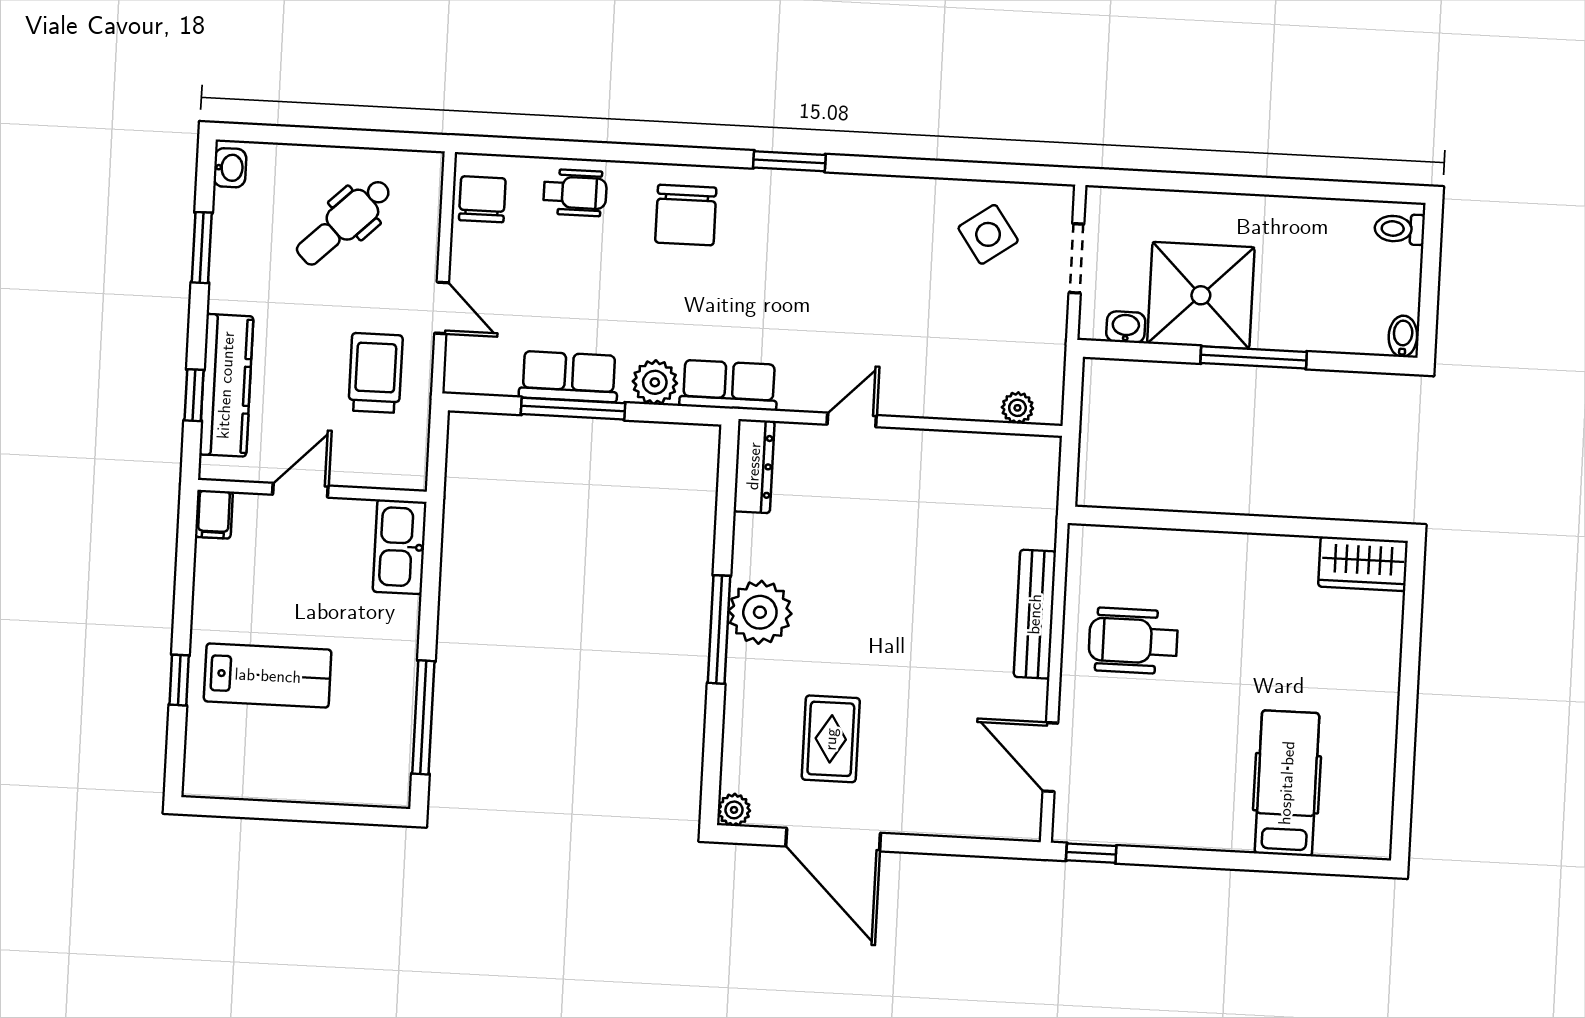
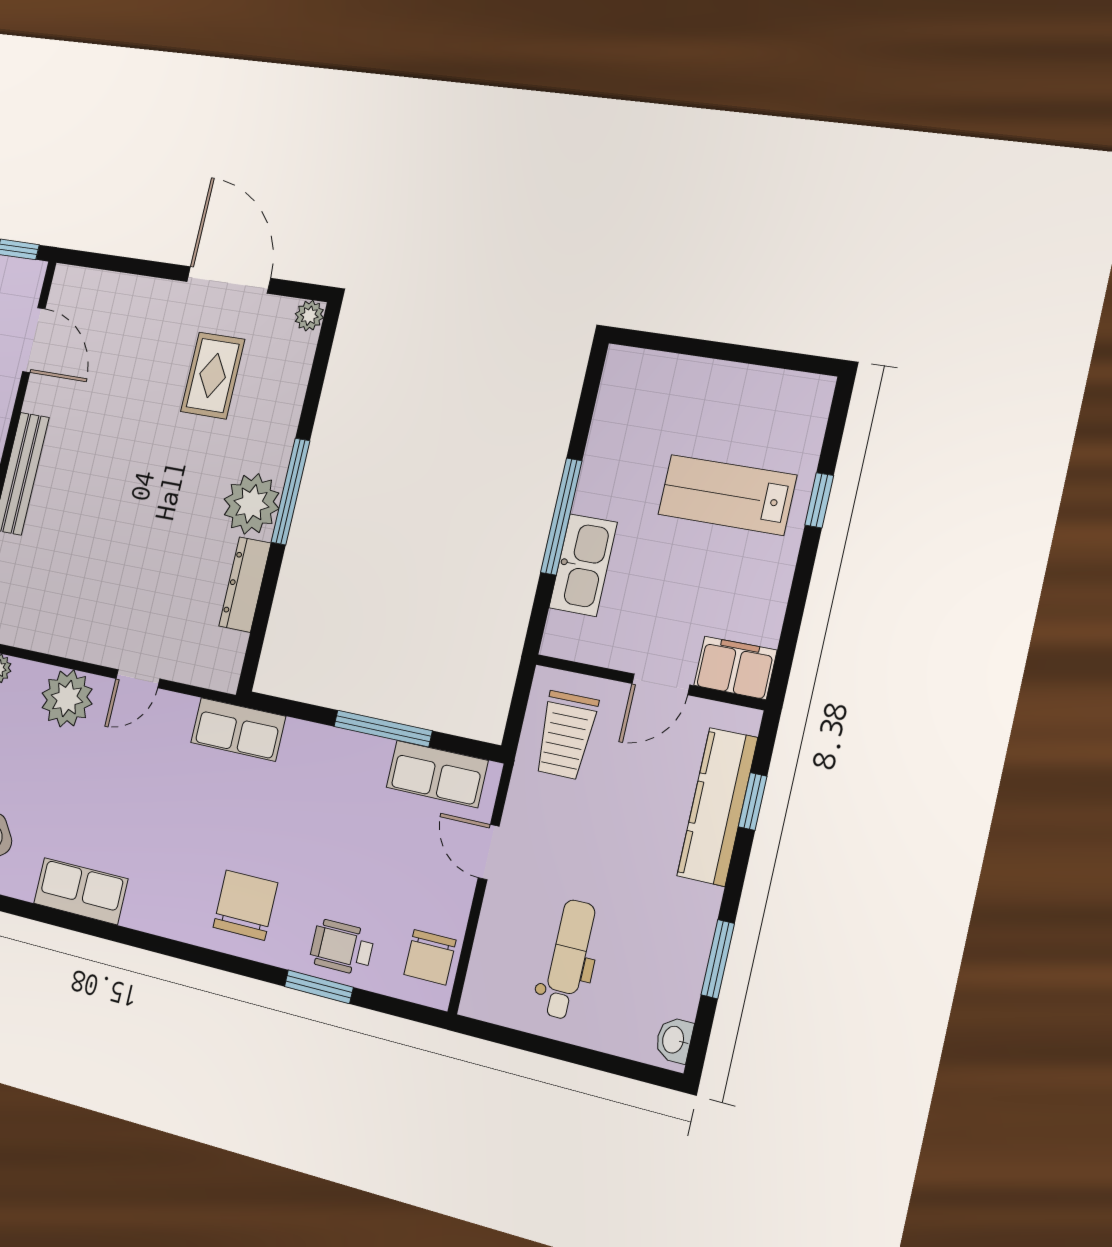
window: (789, 161) -> (319, 987), moved
row of seats: (872, 198) -> (81, 891), added
dental chair: (344, 222) -> (568, 959), turned -46
trolley: (376, 373) -> (566, 735), moved
row of seats: (569, 377) -> (437, 774), moved
plant: (655, 382) -> (67, 698), moved, width x1.36, depth x1.36
dresser: (754, 466) -> (245, 585), moved
filing cabinet: (214, 514) -> (735, 668), width x2.00
kitchen sink: (400, 547) -> (583, 565), moved
window: (423, 717) -> (561, 517), moved

